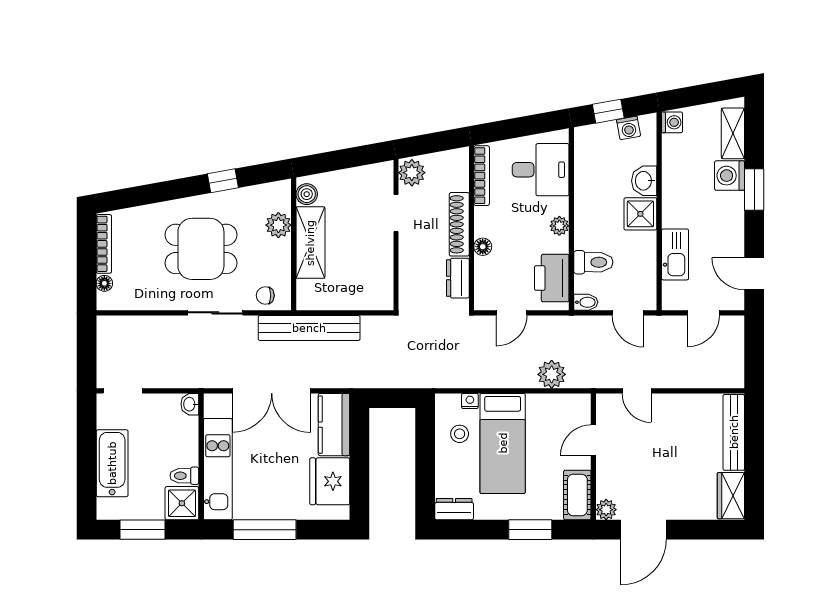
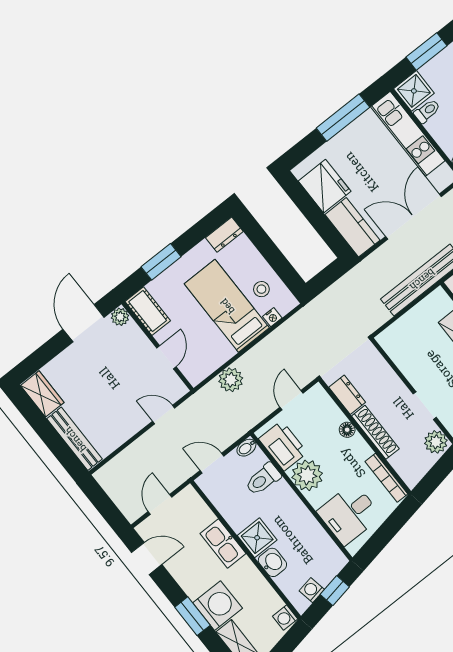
washing machine: (730, 176) -> (218, 606), width x1.37, depth x1.37
plant: (559, 226) -> (307, 475), width x1.88, depth x1.88
kitchen sink: (675, 254) -> (223, 543), moved

